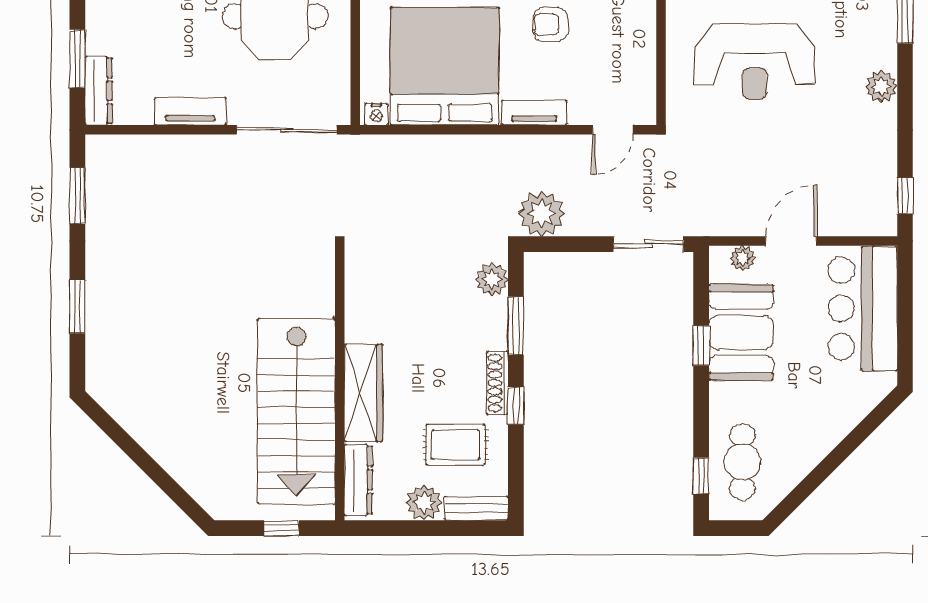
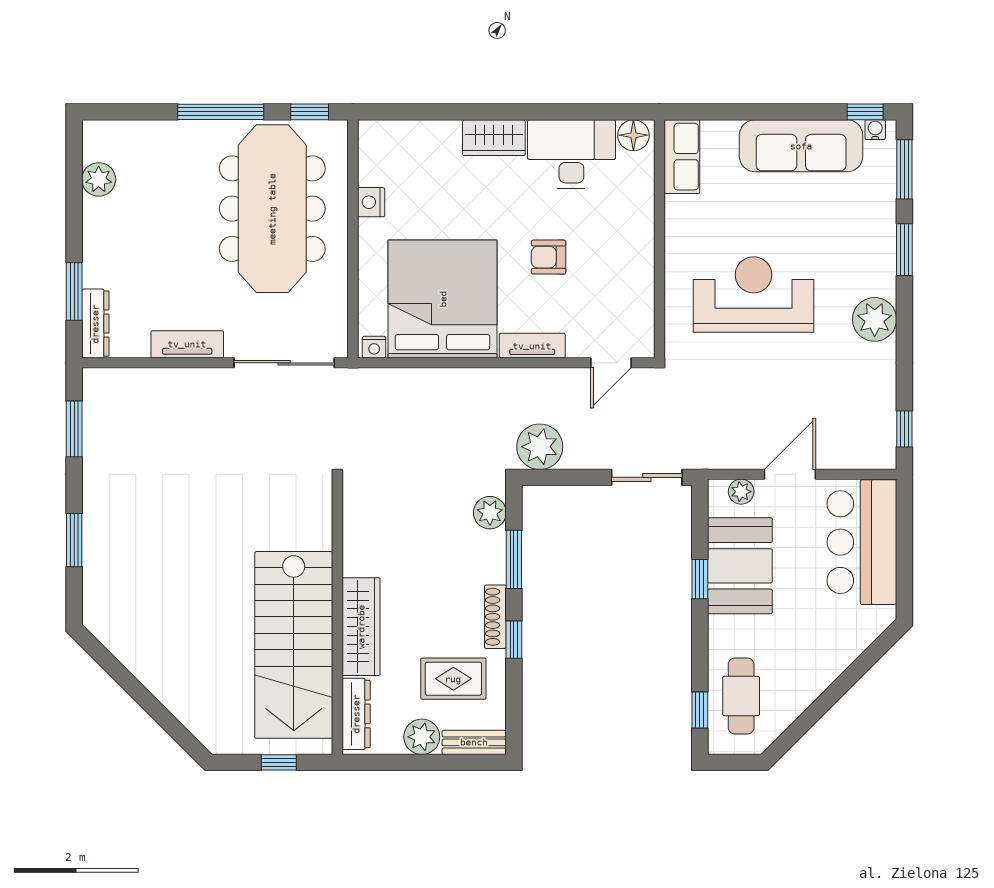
reception desk: (755, 62) -> (754, 295), turned 180
plant: (881, 87) -> (875, 319), width x1.36, depth x1.36

